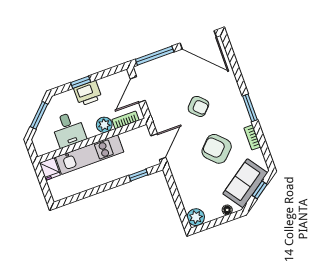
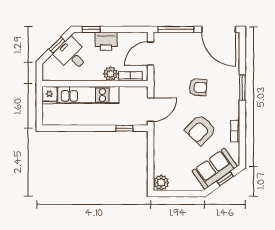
window: (81, 82) -> (91, 29), moved
armchair: (198, 106) -> (198, 87), turned -40
window: (250, 108) -> (242, 87), moved
window: (39, 115) -> (57, 45), width x0.67
desk: (69, 129) -> (71, 55), moved, turned 135
armchair: (217, 149) -> (201, 130), turned -91
floor lamp: (227, 210) -> (191, 186), removed

